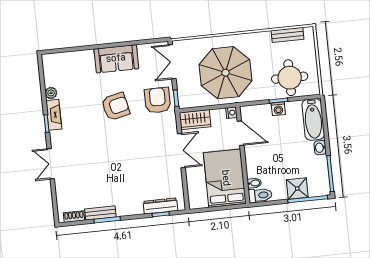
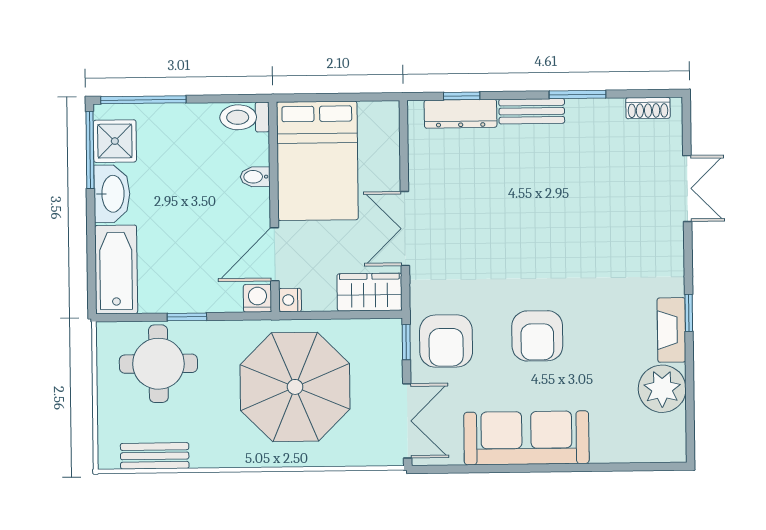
sofa: (116, 59) -> (526, 438), width x1.36
plant: (51, 93) -> (662, 389), width x1.88, depth x1.88
armchair: (116, 106) -> (537, 336), turned -77
washing machine: (278, 109) -> (257, 298), moved
door: (241, 133) -> (275, 254), hinge flipped
washbasin: (320, 148) -> (112, 194), width x1.91, depth x1.45
double door: (51, 164) -> (687, 189), moved
bidet: (254, 183) -> (255, 177), moved
shower: (297, 189) -> (115, 141), moved
bench: (100, 213) -> (532, 111), moved

